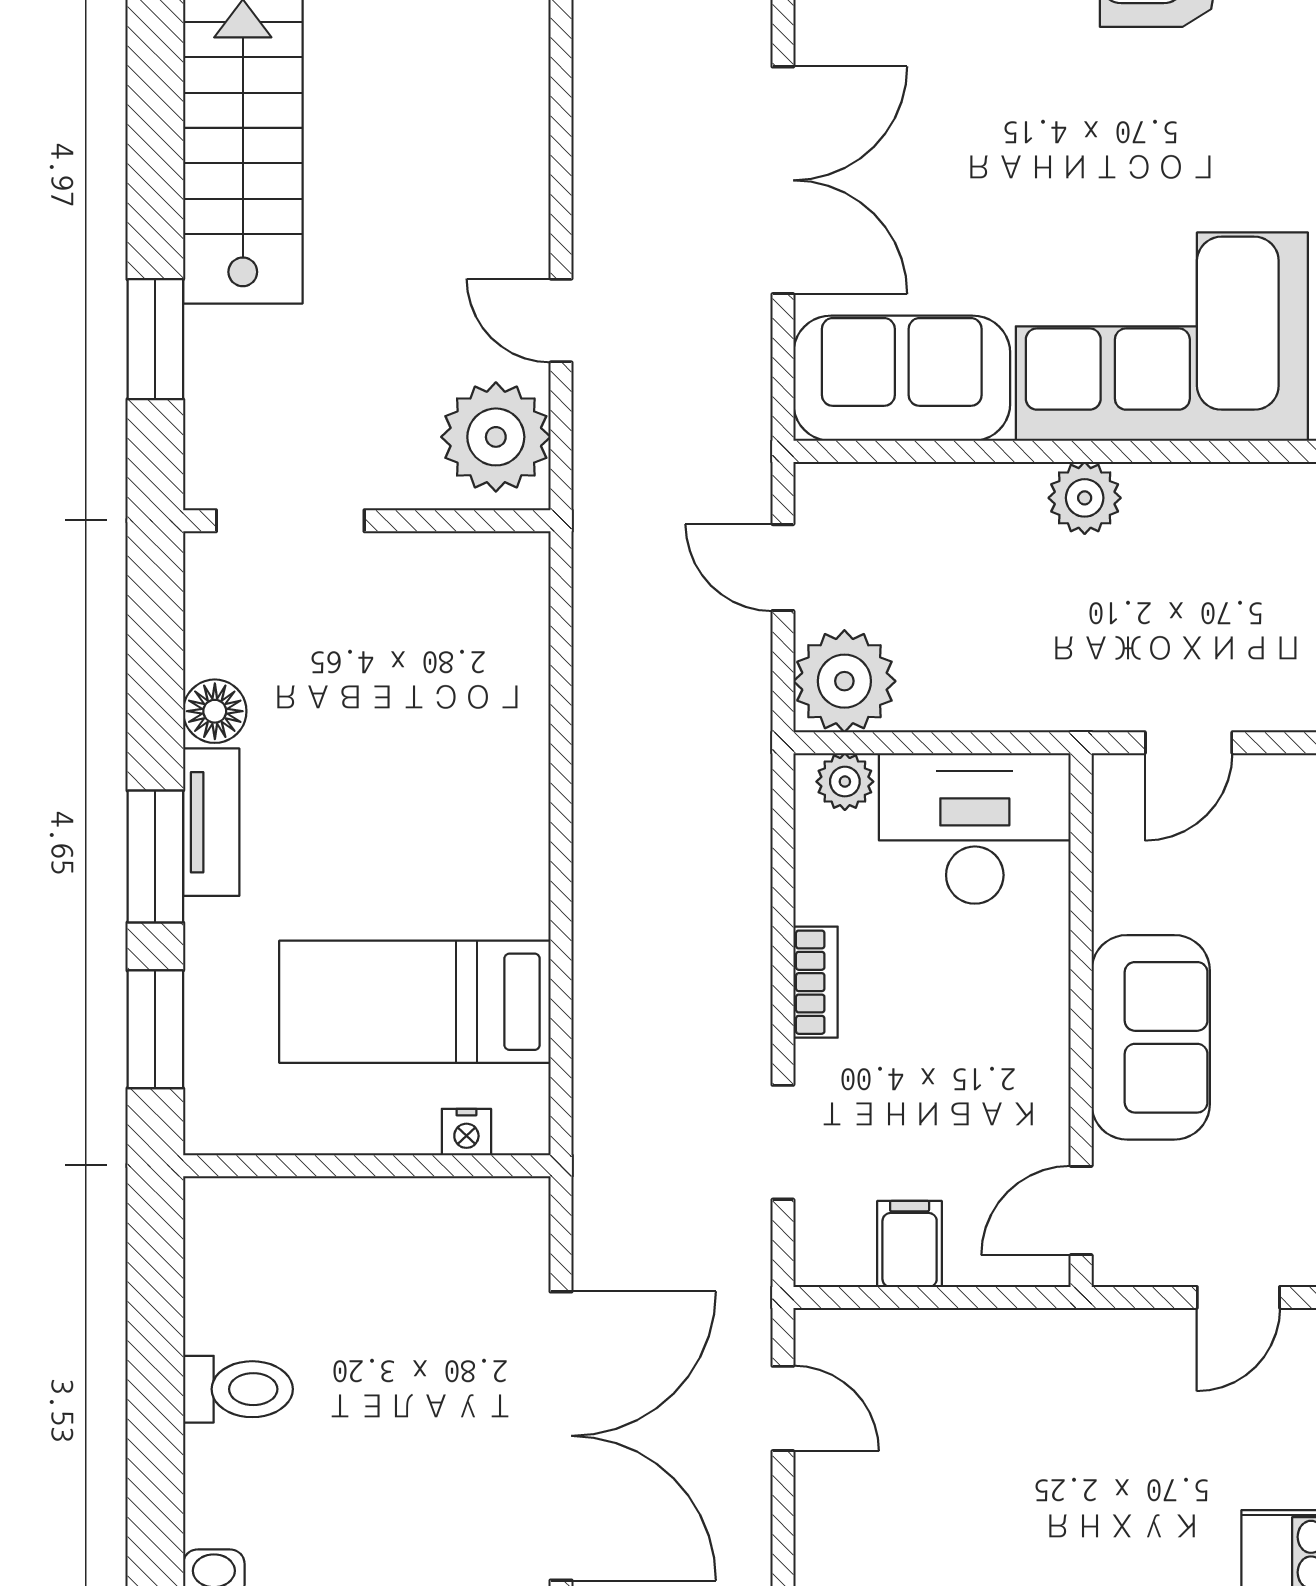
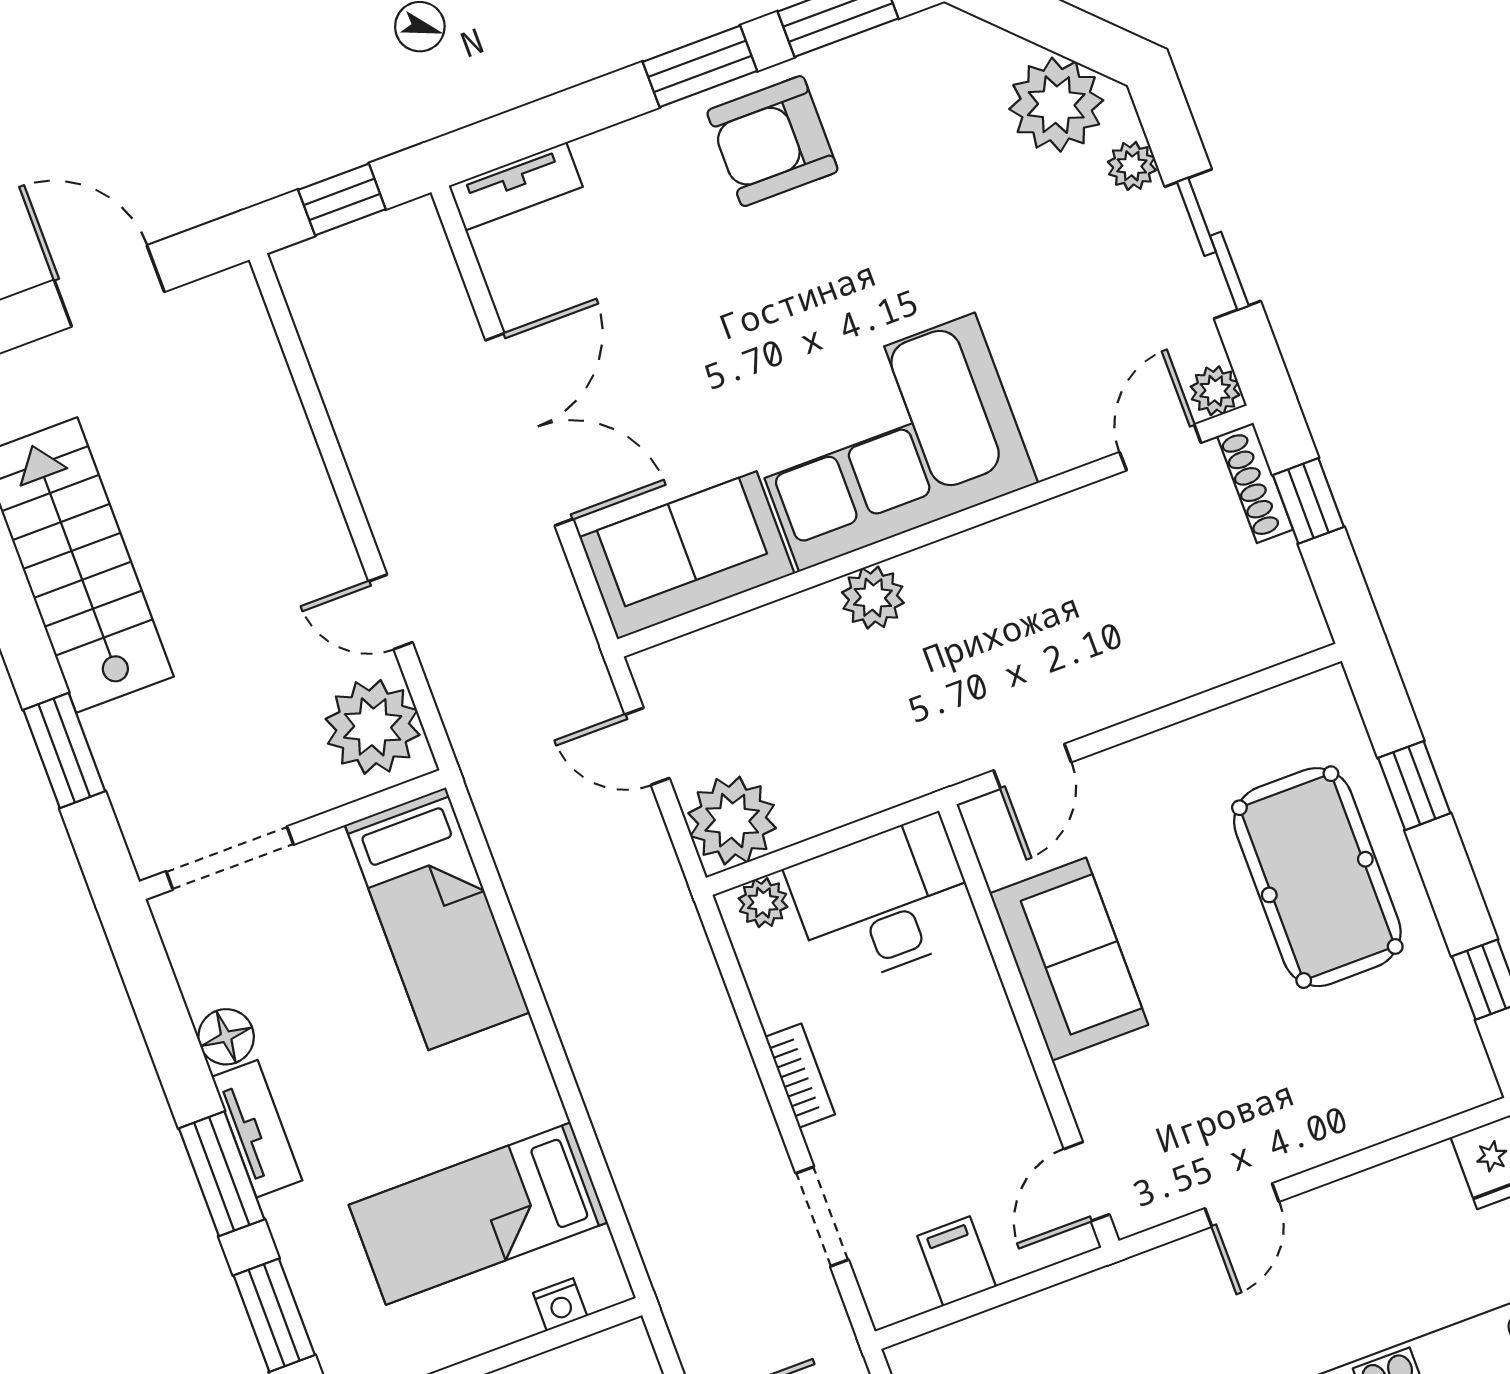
bed: (489, 669) -> (437, 919), added
sofa: (1151, 1037) -> (1069, 959), moved

